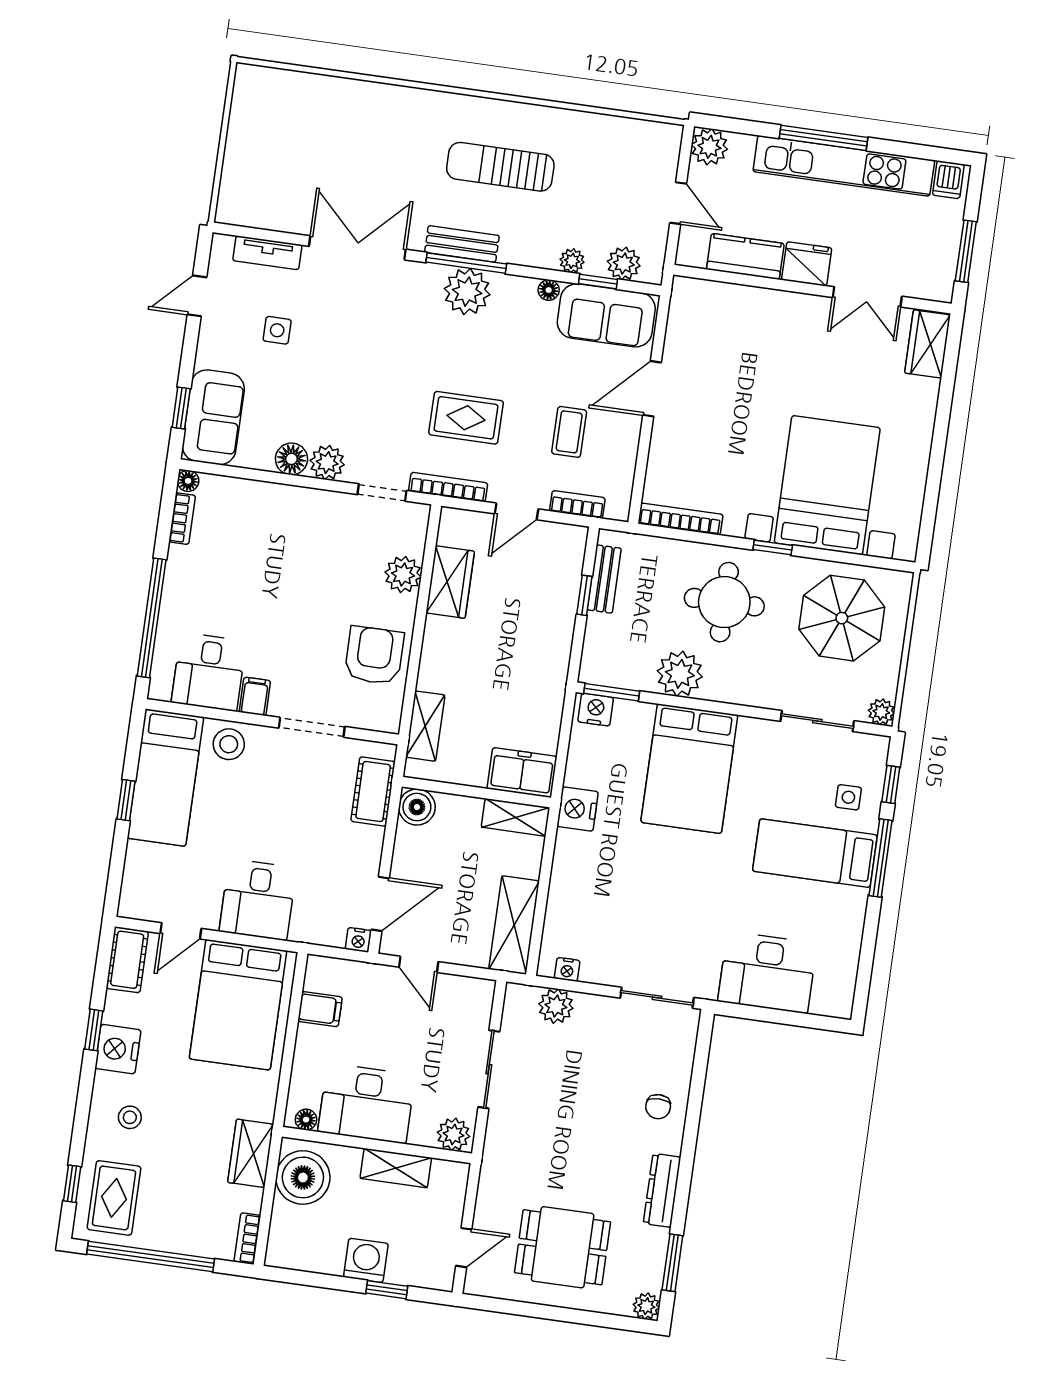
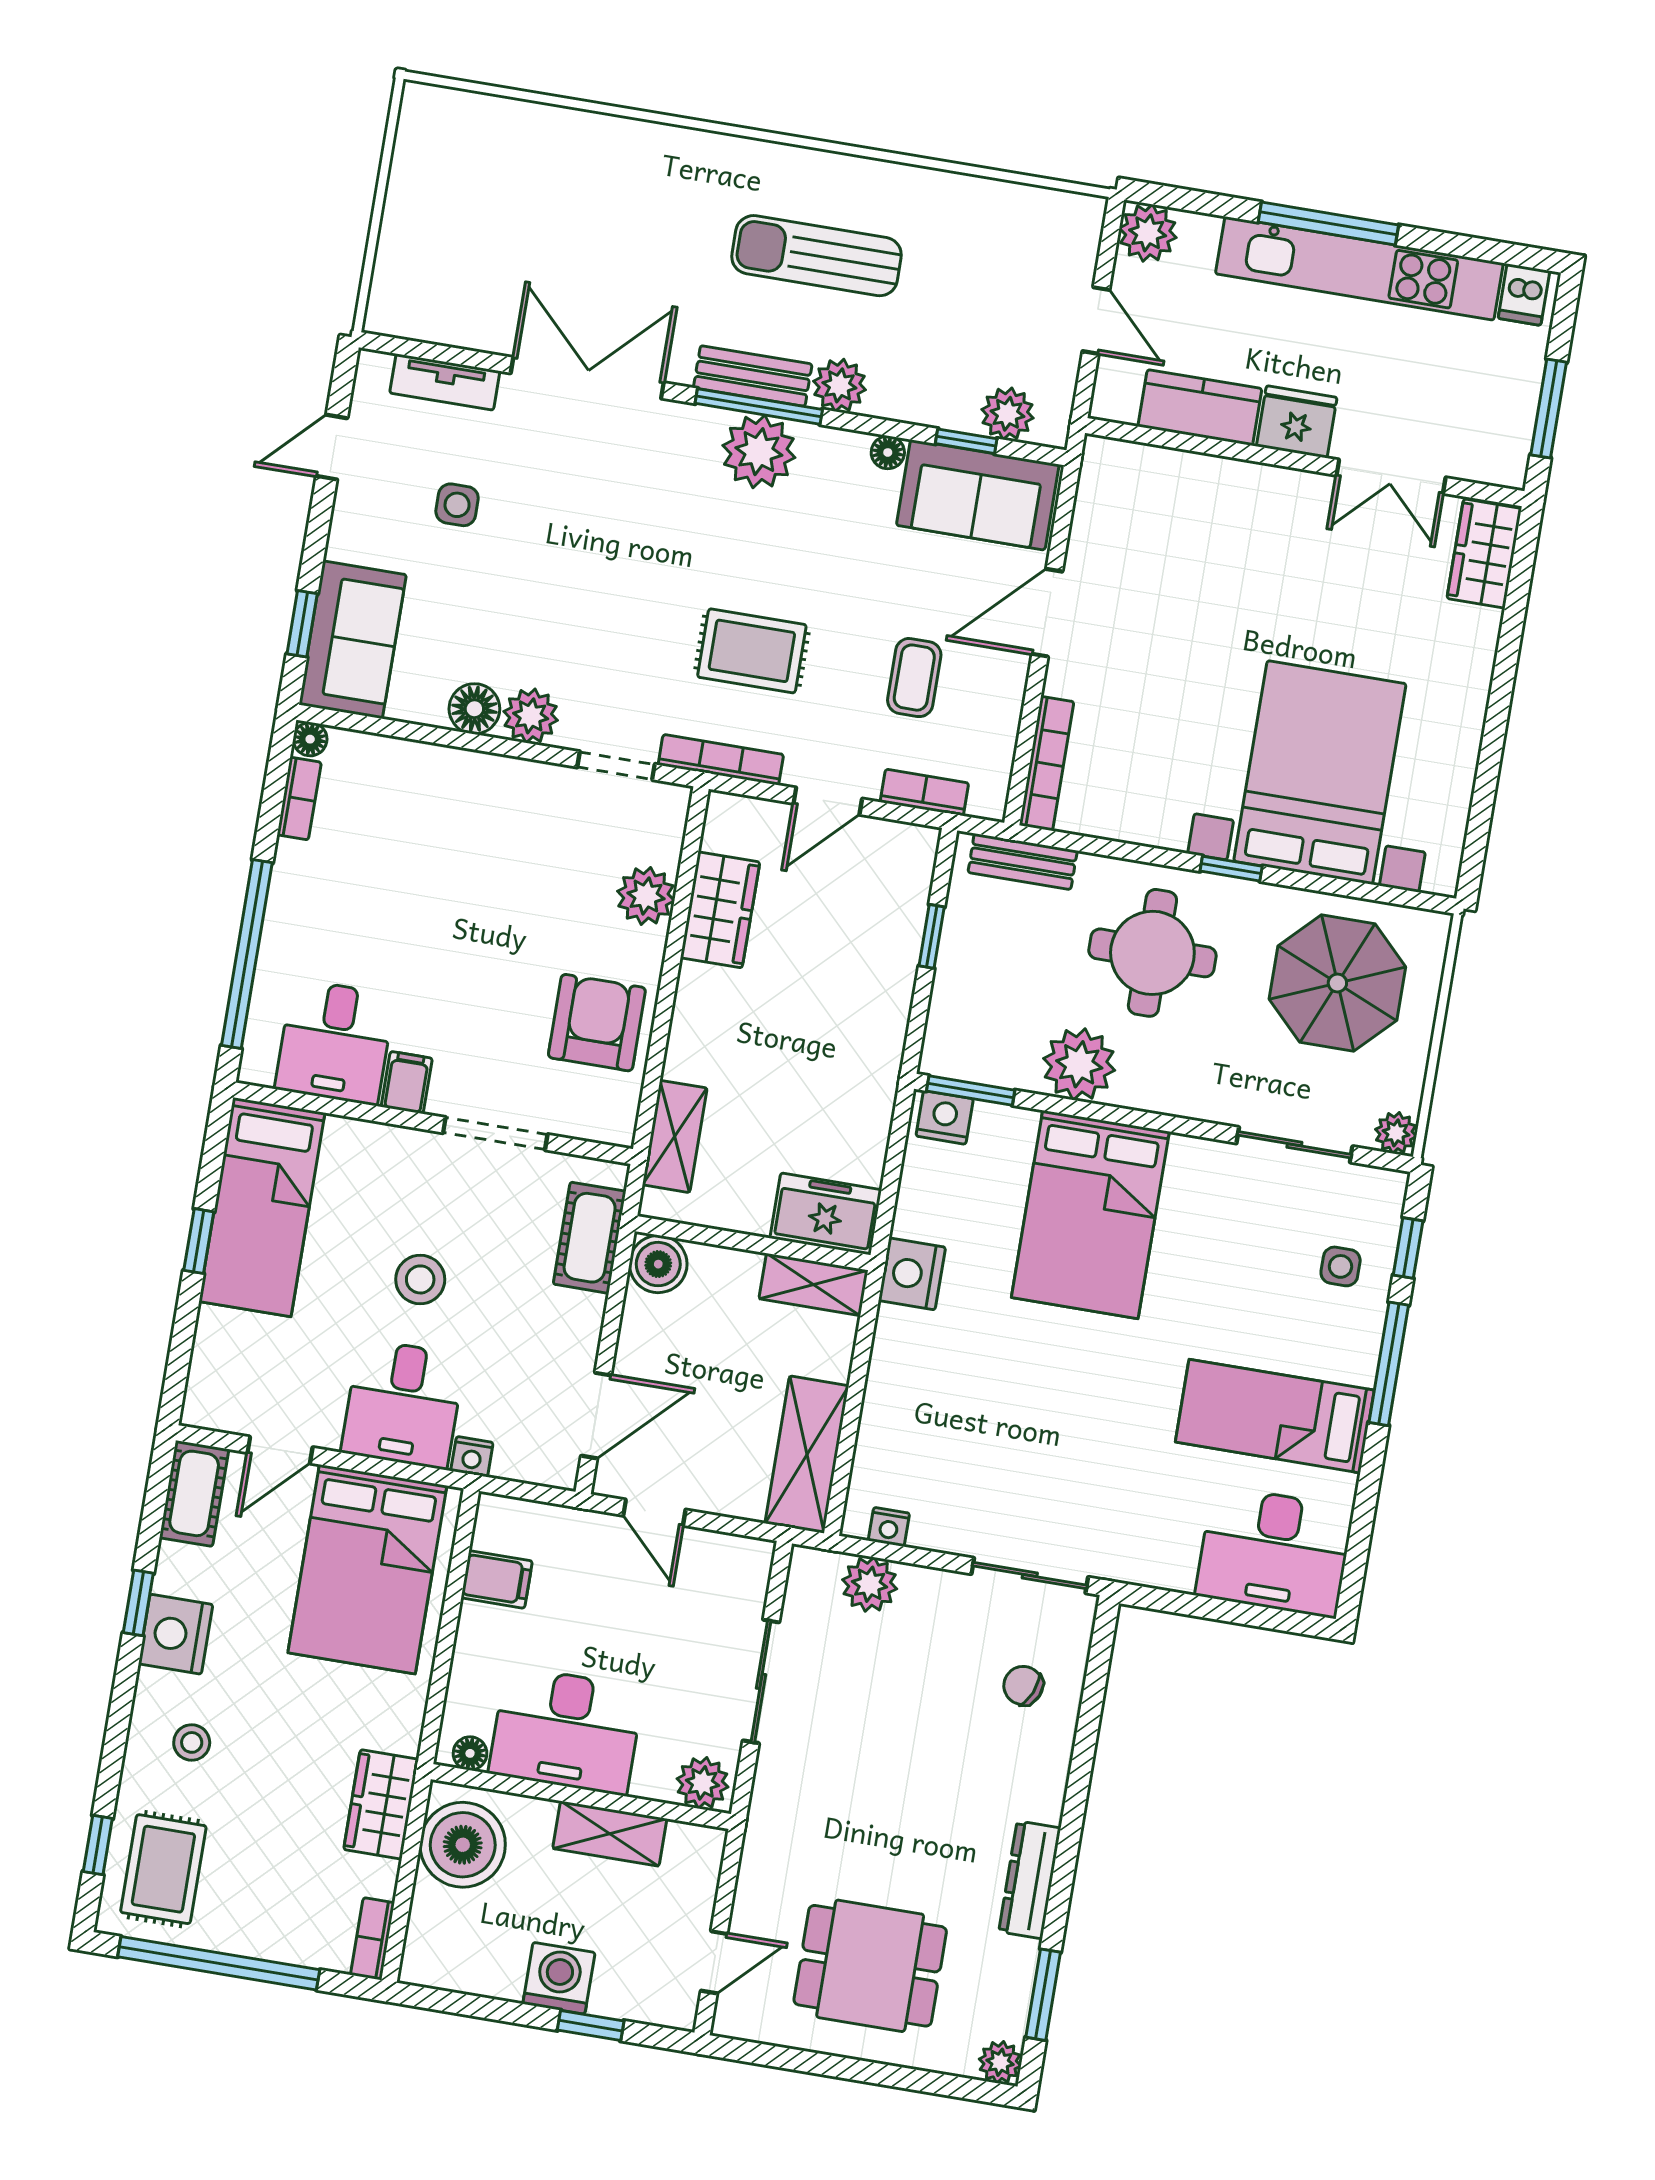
plant: (572, 261) -> (839, 385), moved, width x1.38, depth x1.38
bookcase: (680, 519) -> (1047, 764), moved, turned 90
bench: (604, 579) -> (1023, 862), moved, turned 90
stool: (229, 744) -> (420, 1279), moved
bed: (815, 853) -> (1275, 1416), moved
nightstand: (358, 940) -> (472, 1457), moved
desk: (767, 972) -> (1274, 1552), moved
chair: (658, 1107) -> (1023, 1686), moved, turned 113

